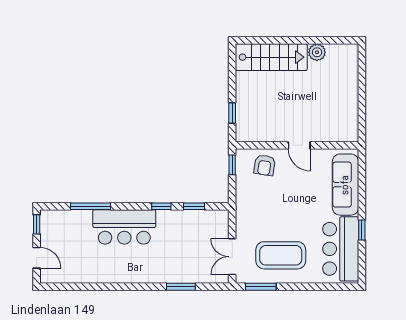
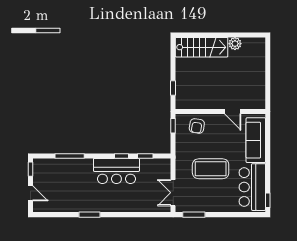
door: (299, 145) -> (233, 112), moved
bar counter: (124, 227) -> (116, 171), moved
window: (362, 230) -> (268, 200), moved
coffee table: (281, 255) -> (211, 169), moved
window: (181, 287) -> (89, 215), moved

